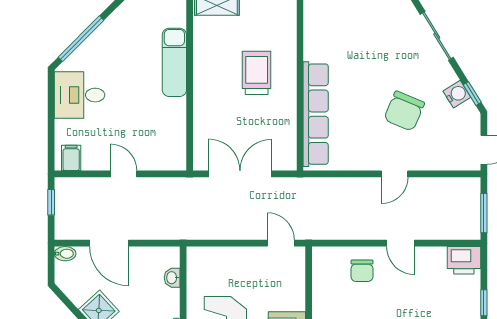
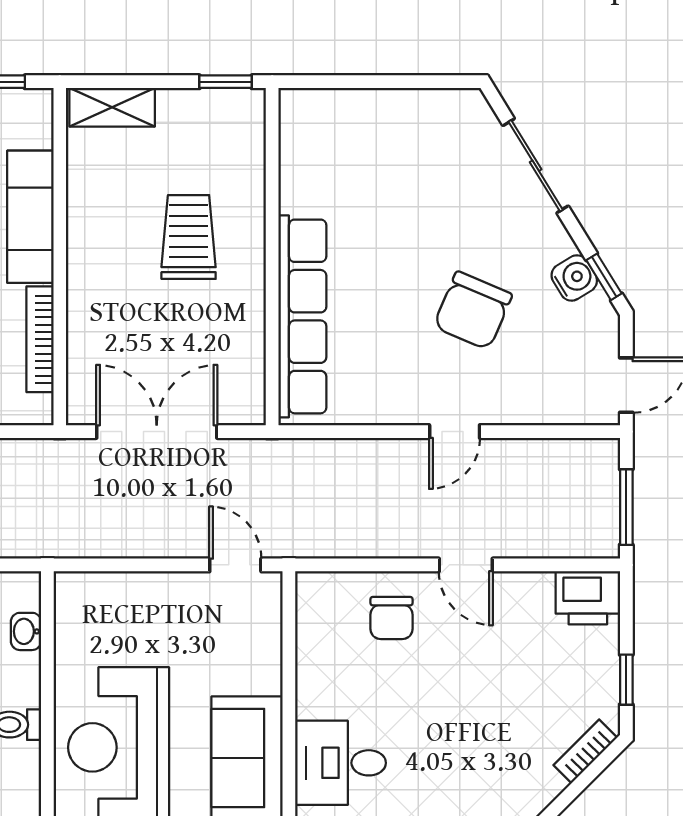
bookcase: (179, 126) -> (40, 339), added

